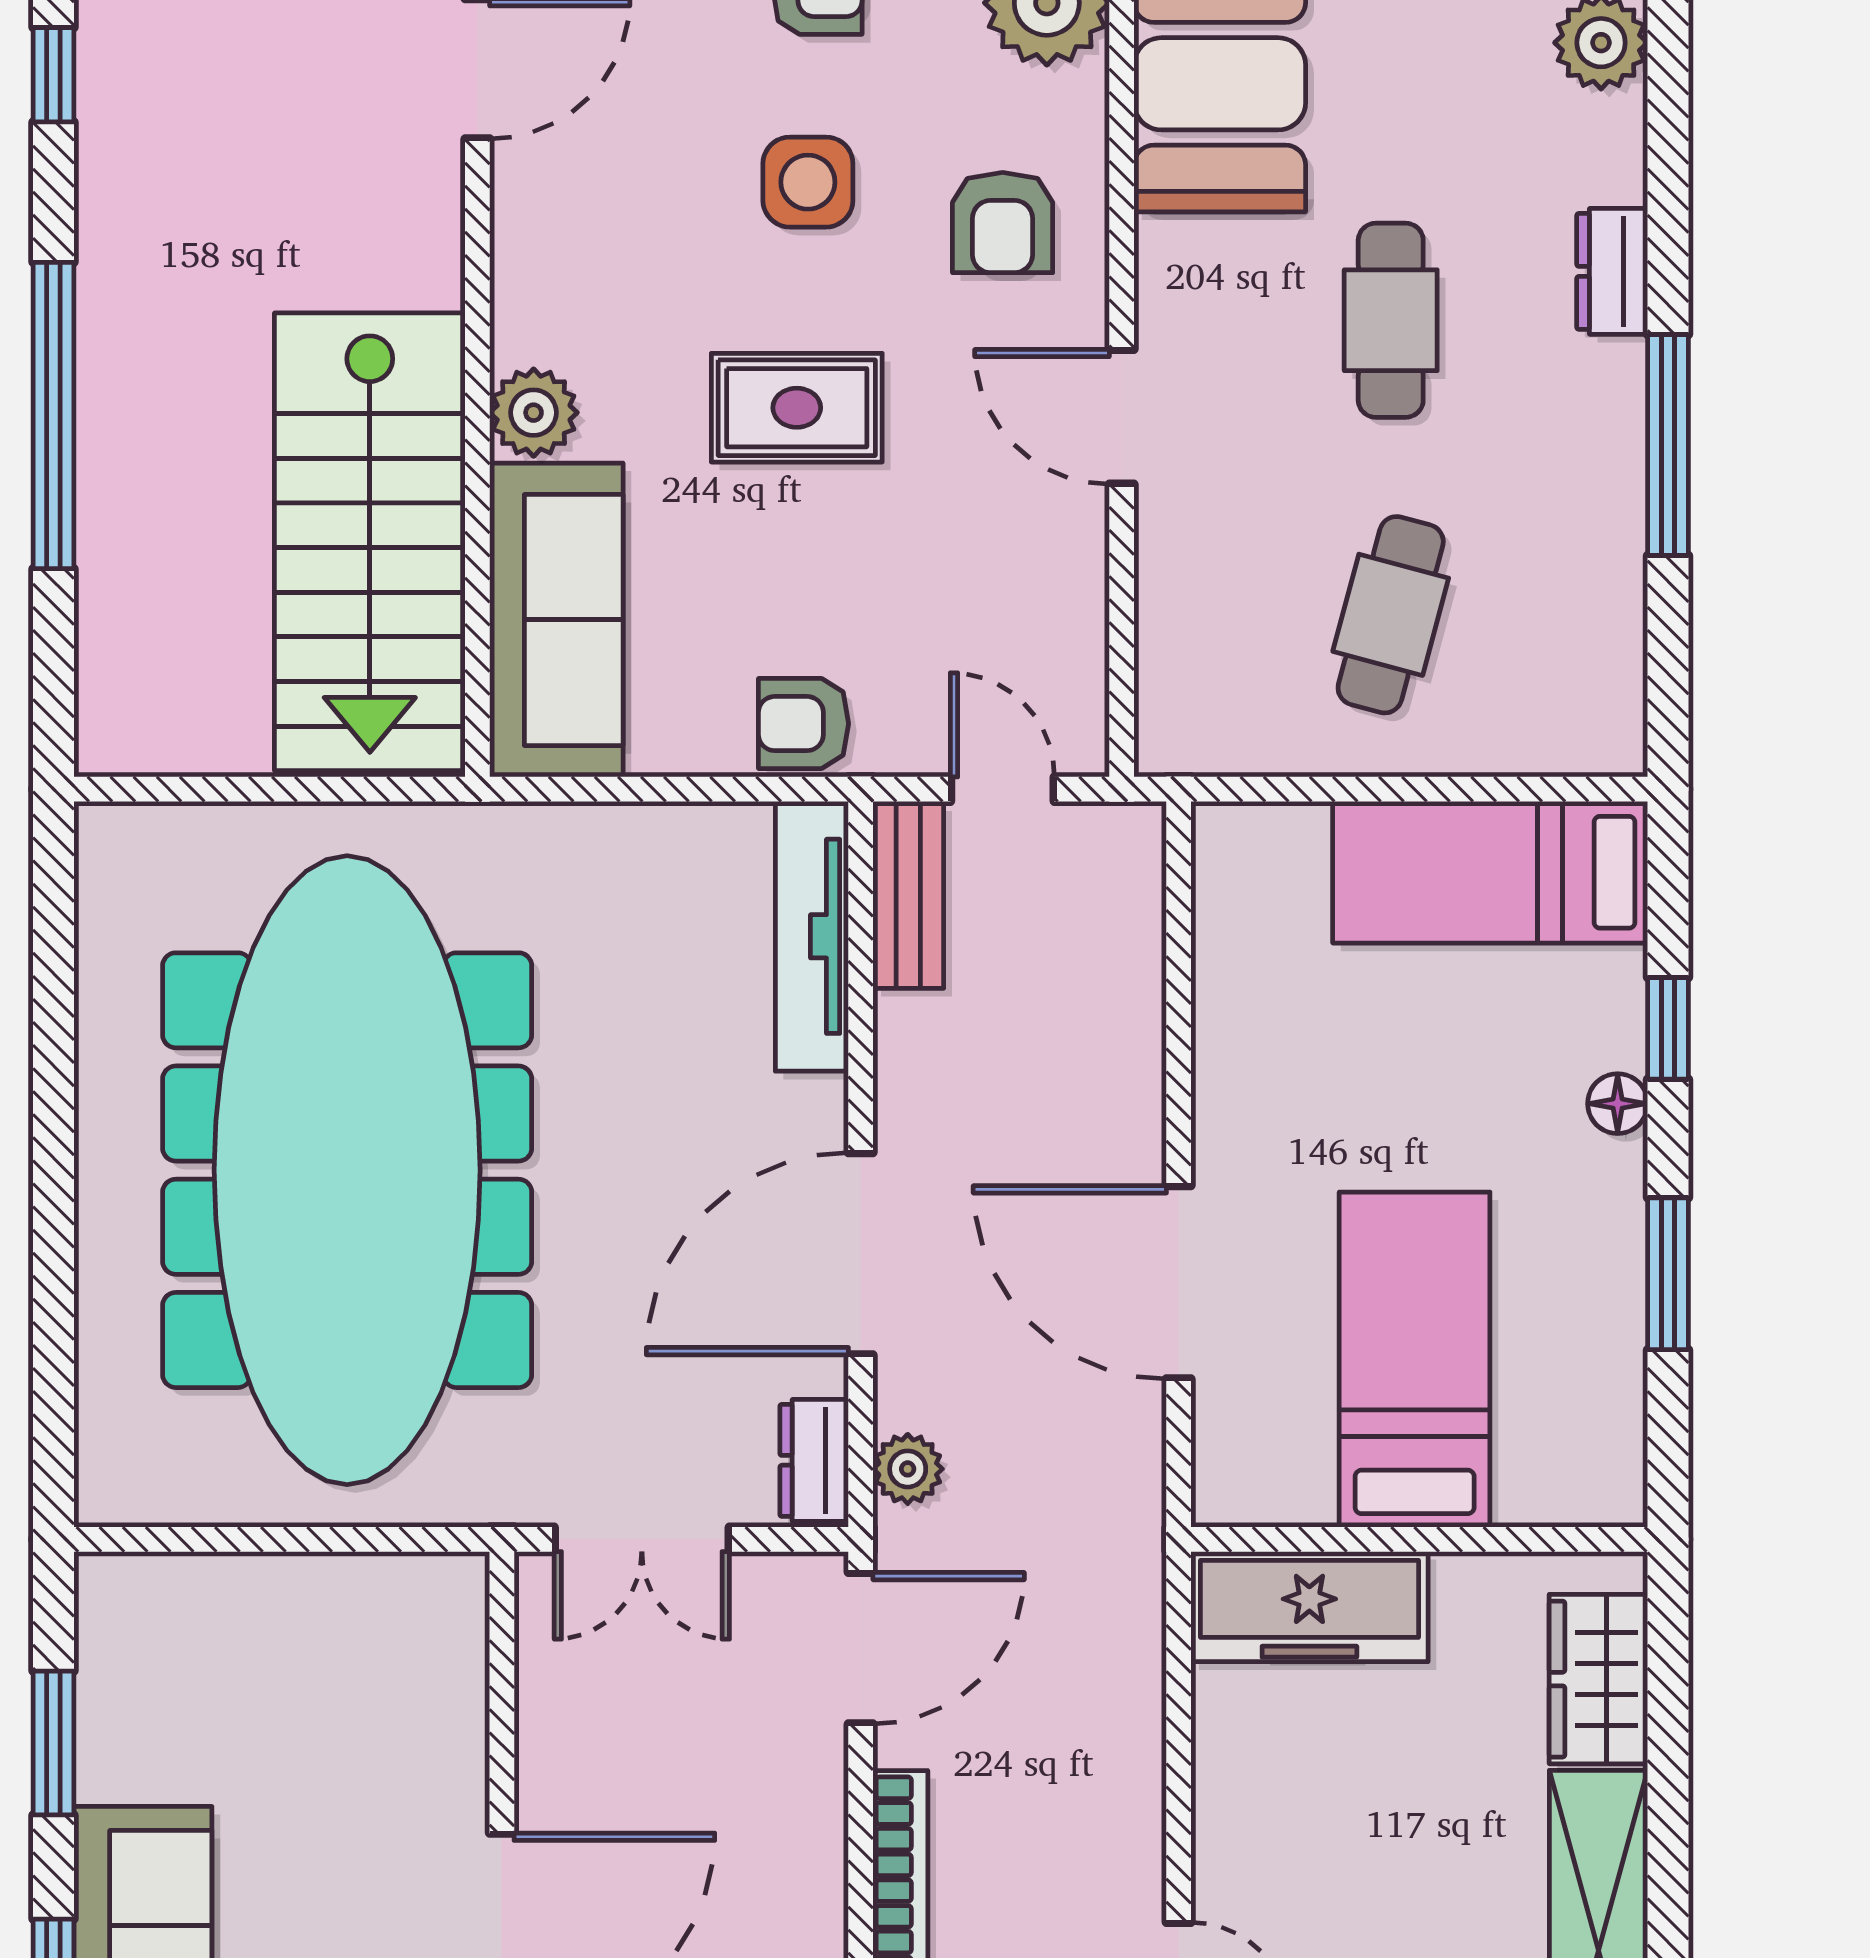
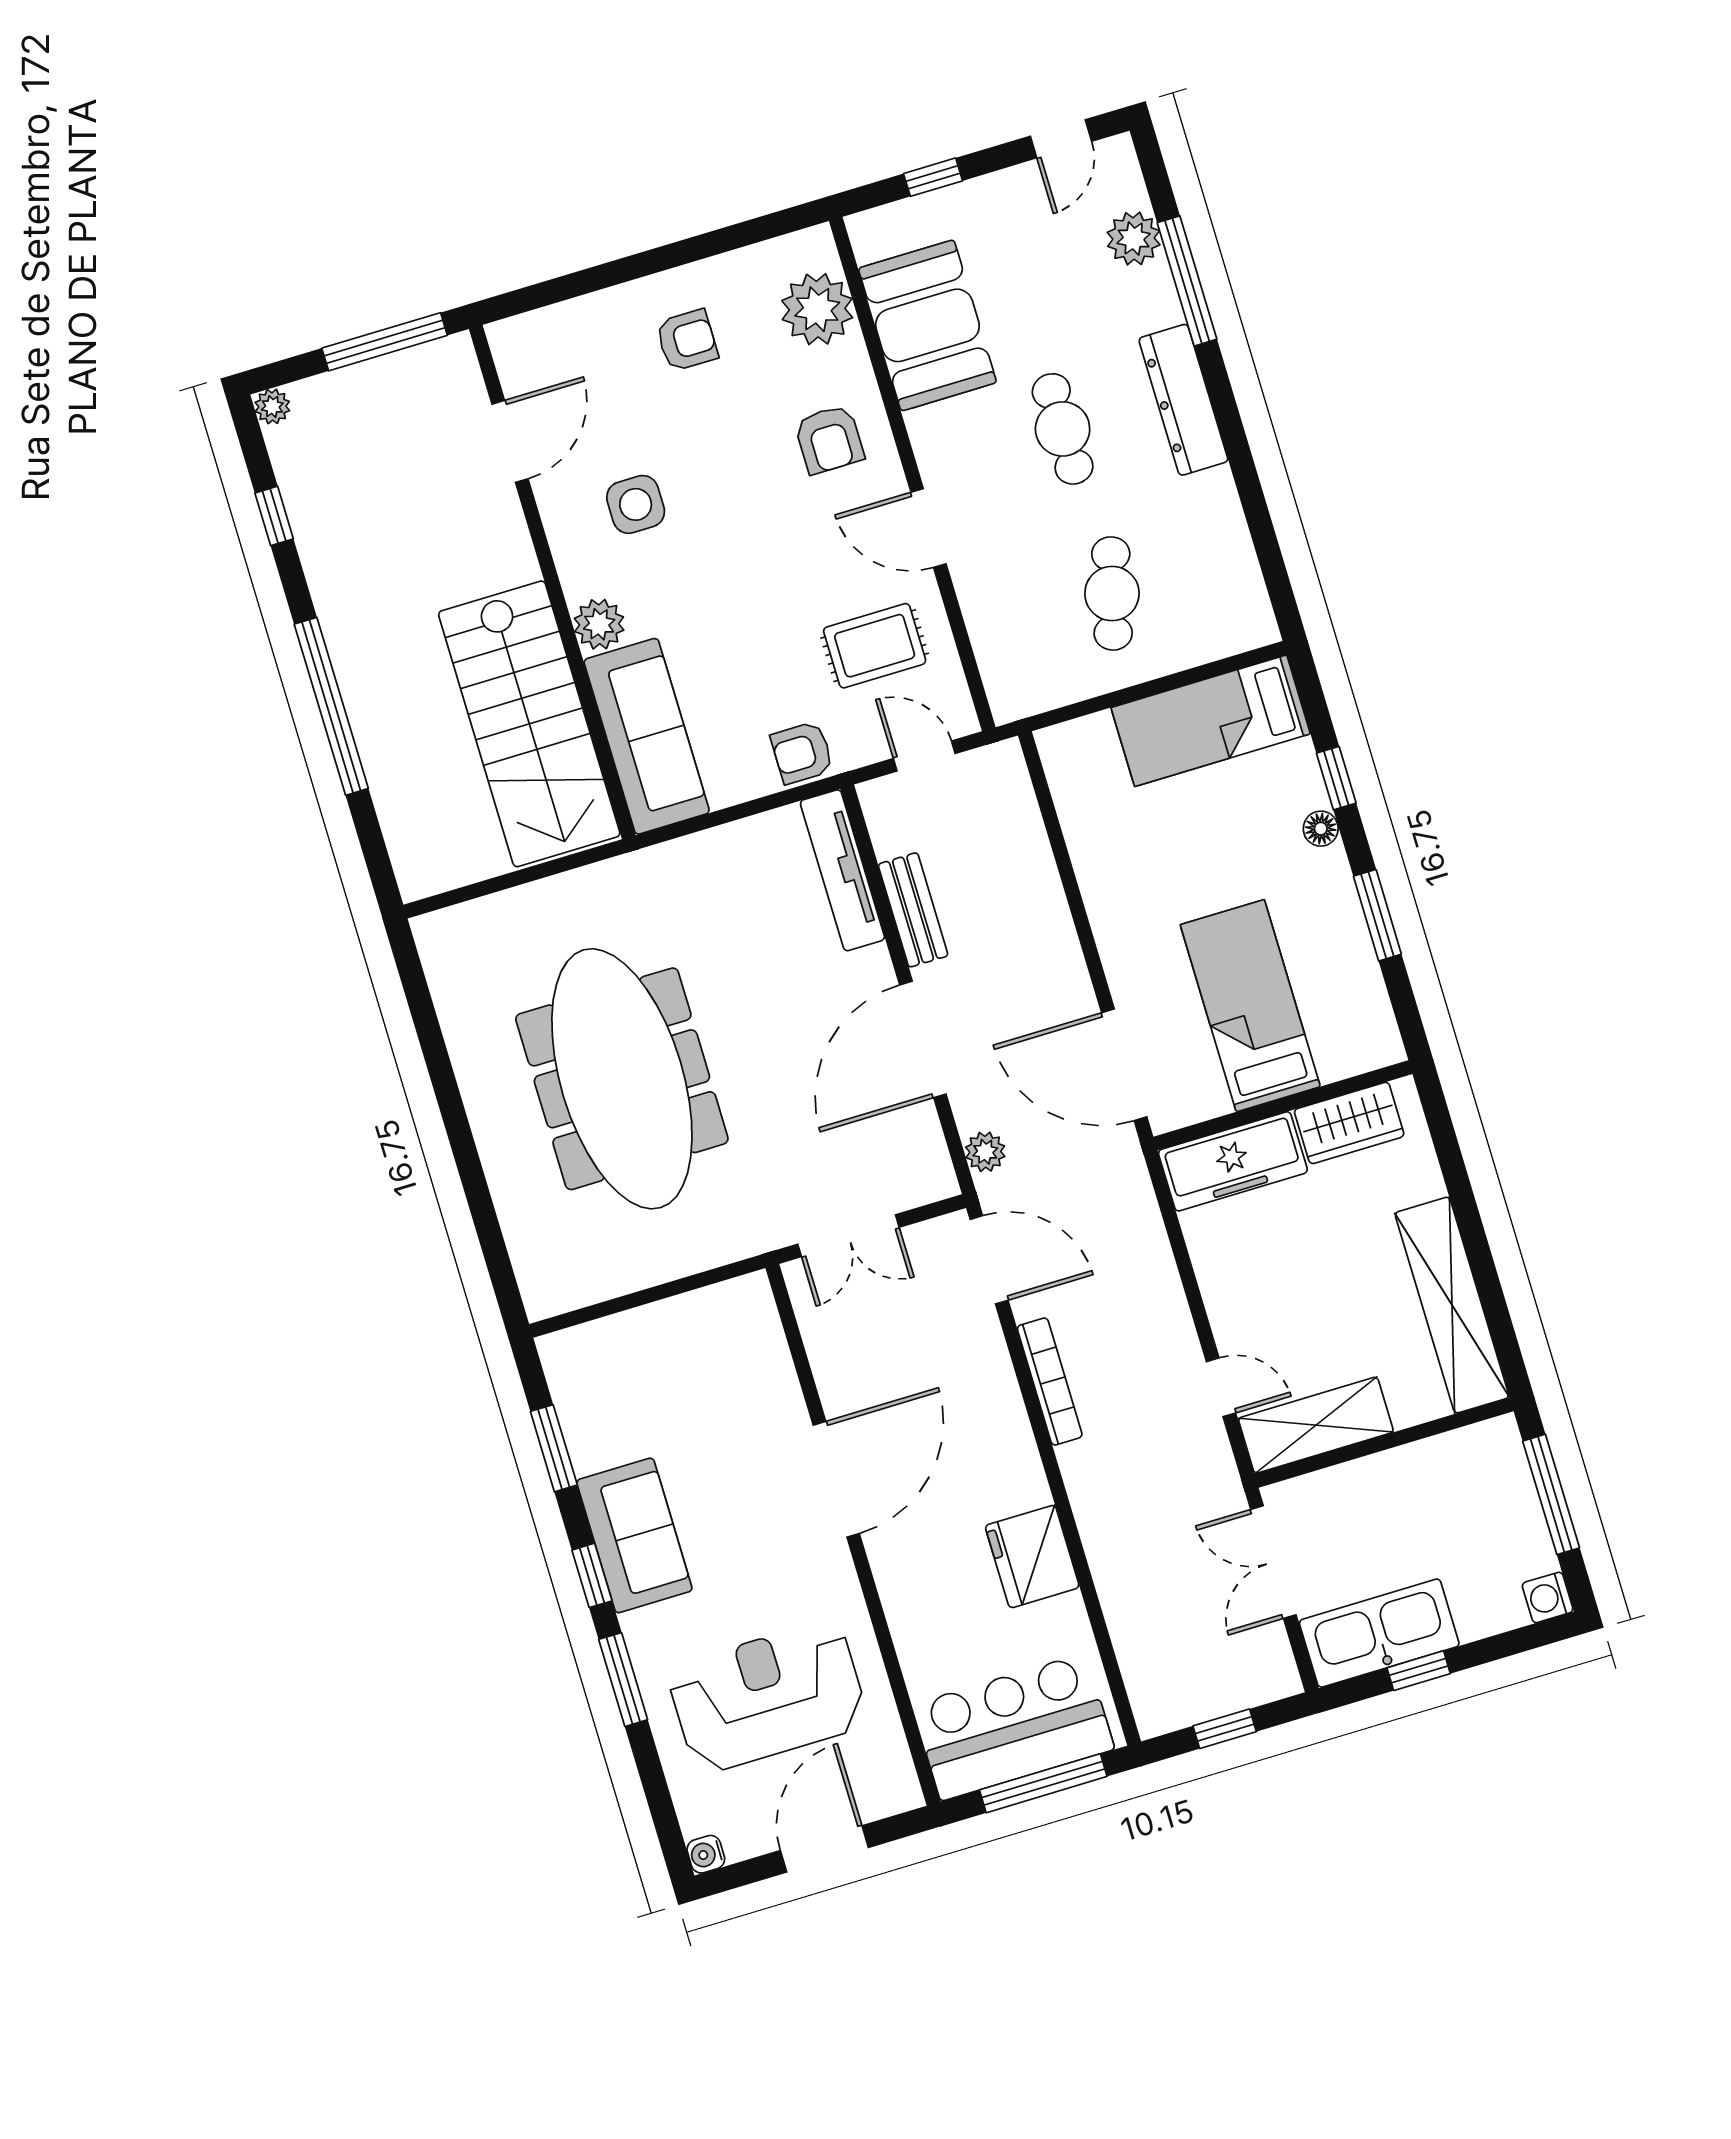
side table: (808, 182) -> (636, 504), moved
dresser: (1612, 271) -> (1183, 400), width x1.96, depth x1.24
rug: (797, 408) -> (875, 646), moved
window: (1668, 445) -> (1187, 281), moved
bench: (908, 896) -> (913, 910), moved
meeting table: (347, 1170) -> (622, 1079), width x0.73, depth x0.79
door: (1179, 1282) -> (1124, 1065), moved
dresser: (814, 1460) -> (932, 1163), removed
door: (861, 1648) -> (989, 1260), hinge flipped
wardrobe: (1598, 1679) -> (1349, 1123), moved, turned -90

